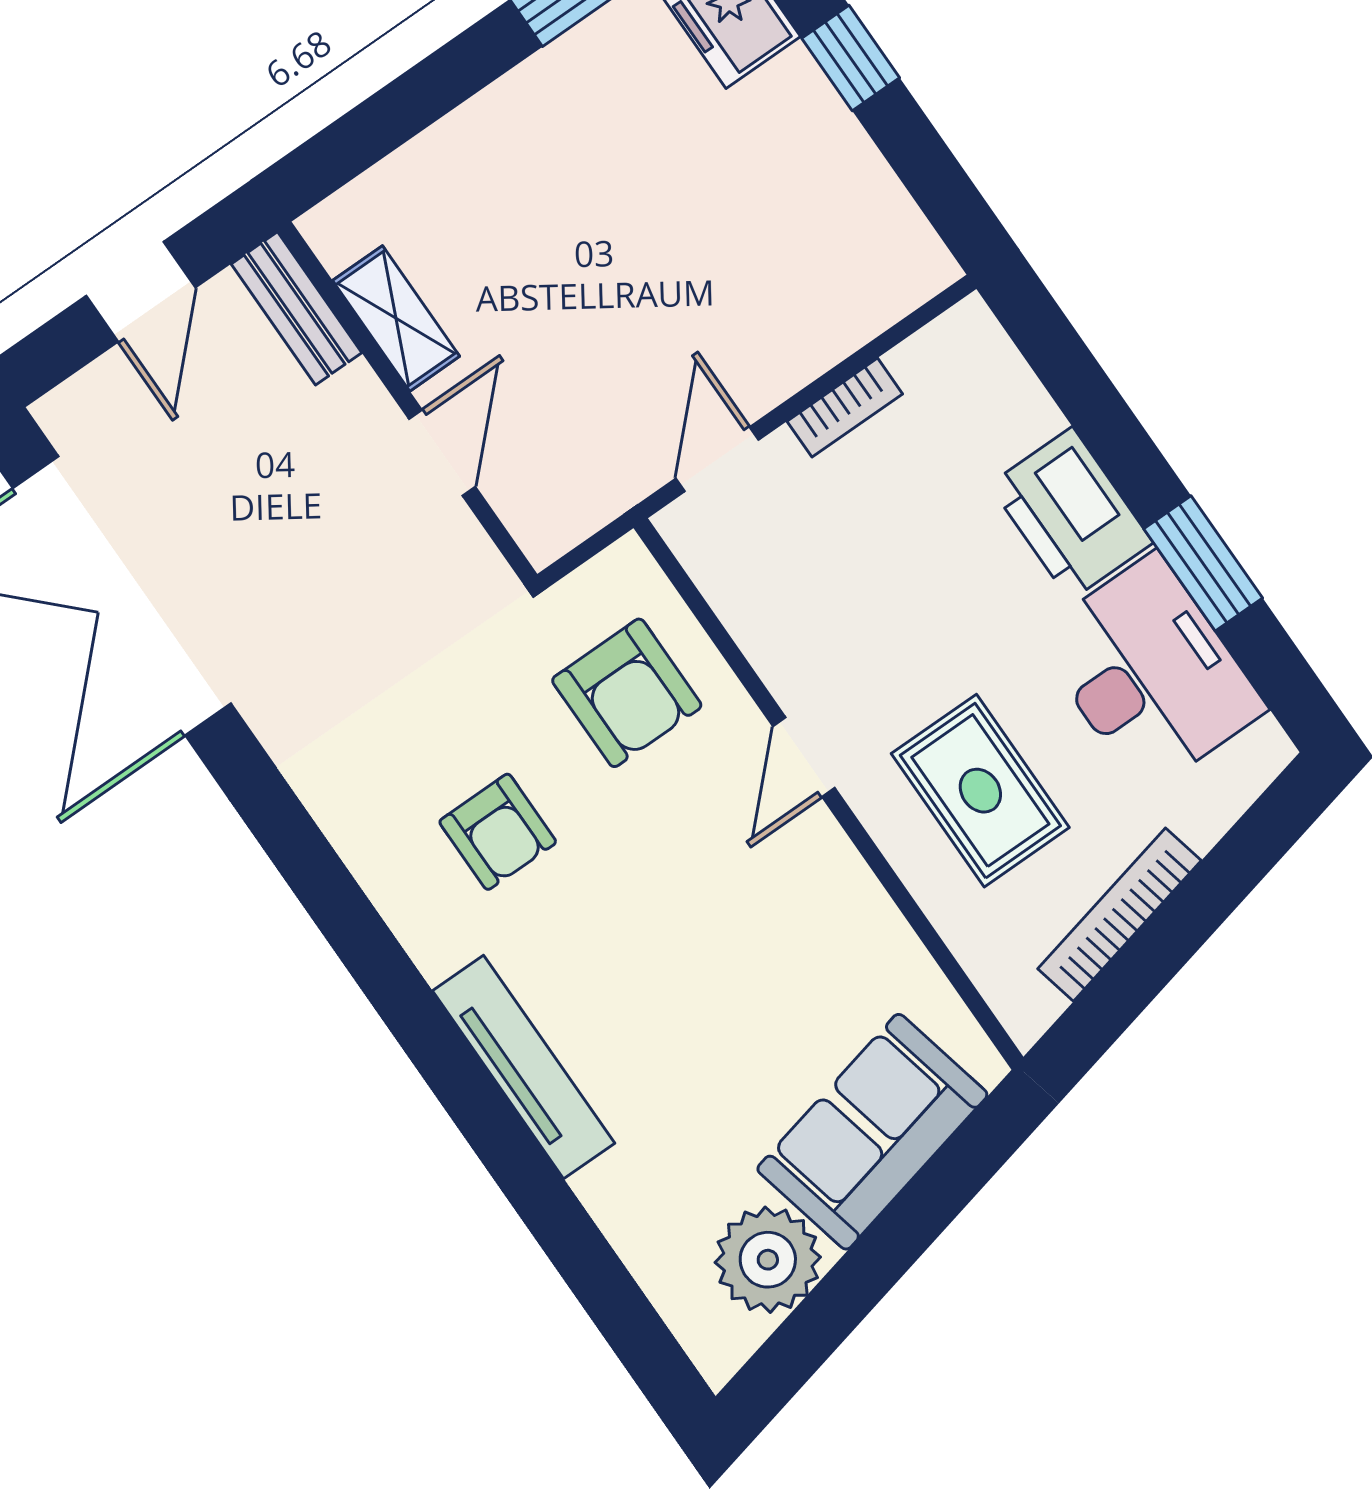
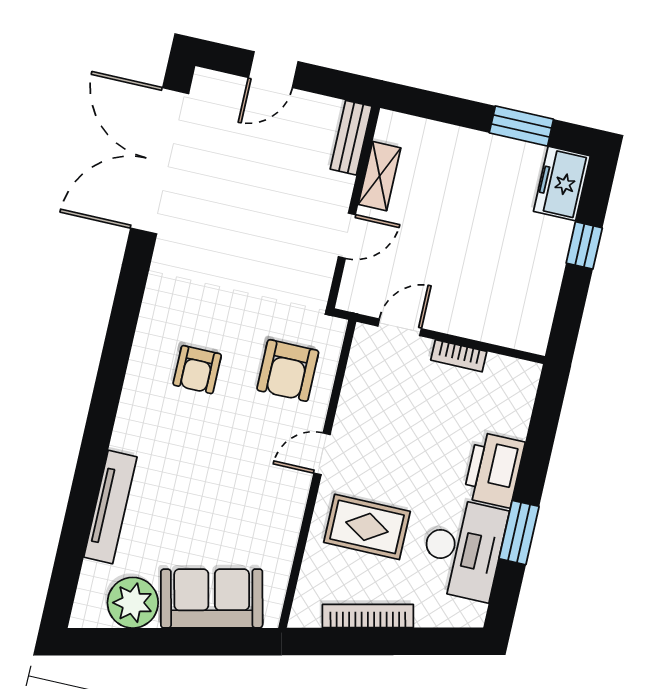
bench: (296, 308) -> (351, 138), moved
shelving: (396, 318) -> (380, 176), moved
wall: (407, 403) -> (353, 207), moved
door: (442, 453) -> (347, 236), moved
rug: (980, 791) -> (367, 527), turned 90
tv unit: (524, 1067) -> (110, 507), moved

